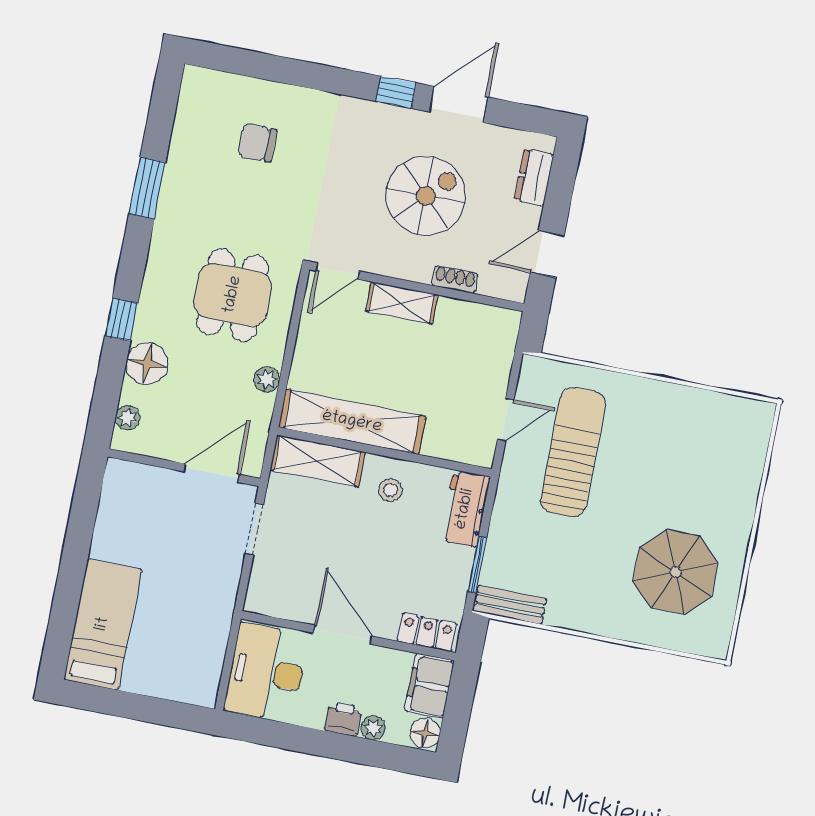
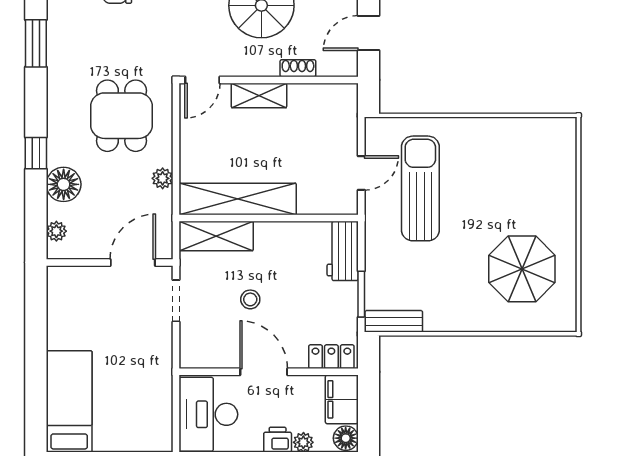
stool: (390, 490) -> (250, 299), moved

